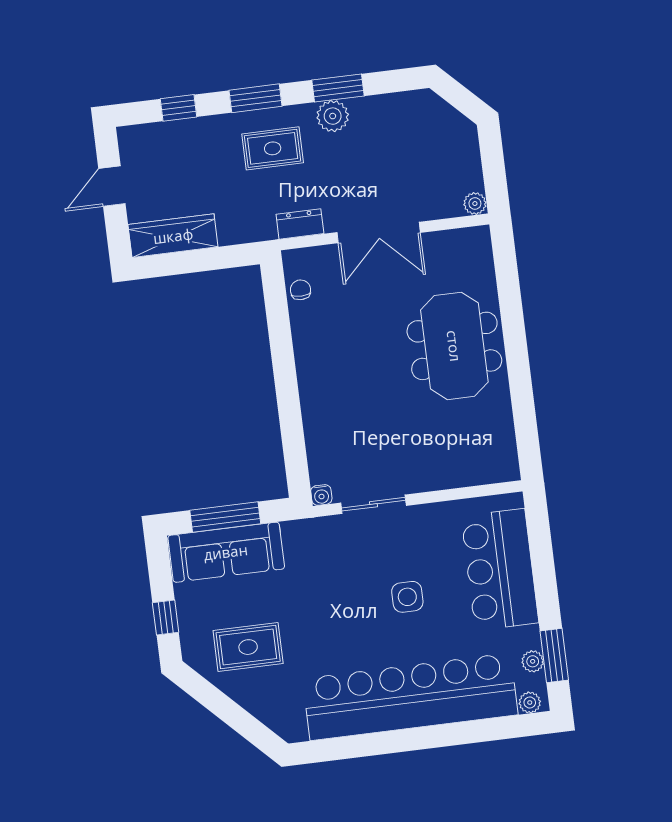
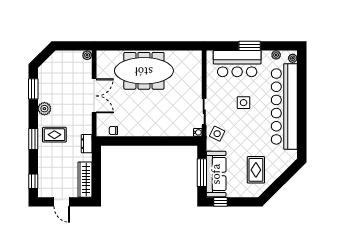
window: (338, 88) -> (33, 89), moved
window: (178, 108) -> (33, 181), moved
rug: (273, 148) -> (54, 135), turned 90
dresser: (300, 224) -> (87, 144), moved
meeting table: (454, 346) -> (144, 71), width x1.36
side table: (324, 542) -> (217, 134), added
window: (166, 617) -> (221, 202), moved
window: (554, 656) -> (250, 46), moved

